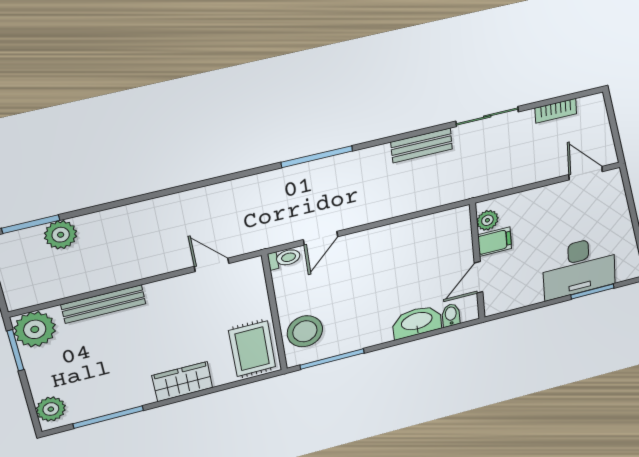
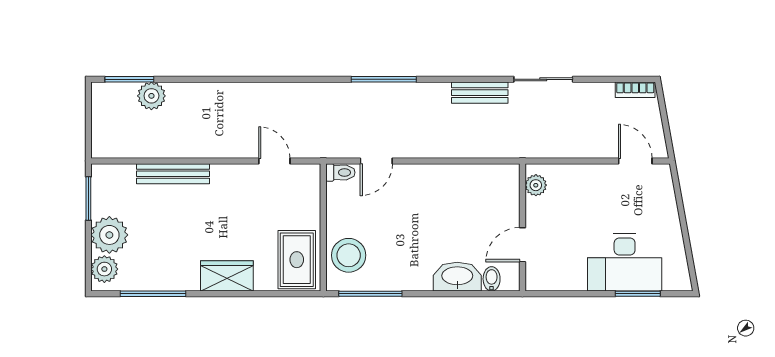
bookcase: (556, 111) -> (635, 90), moved
filing cabinet: (495, 242) -> (541, 210), removed
plant: (35, 329) -> (109, 235), moved

